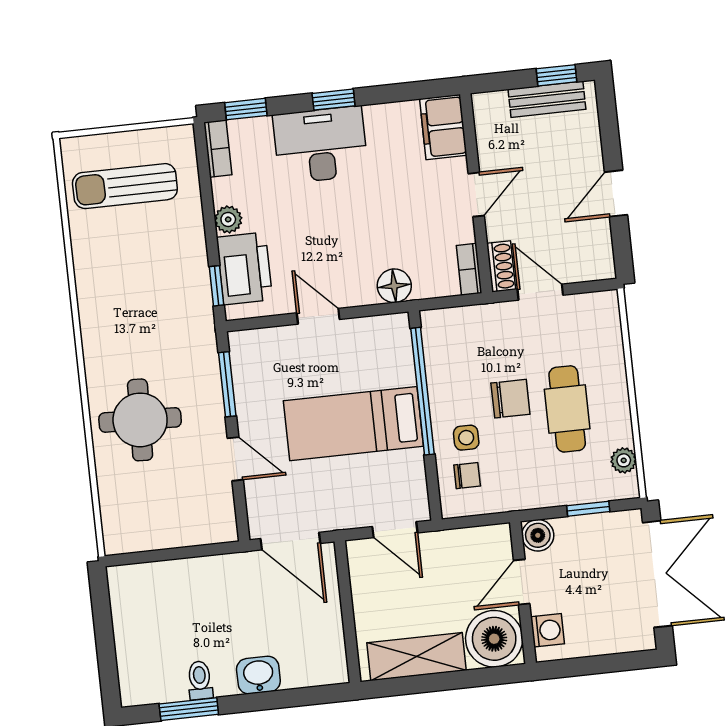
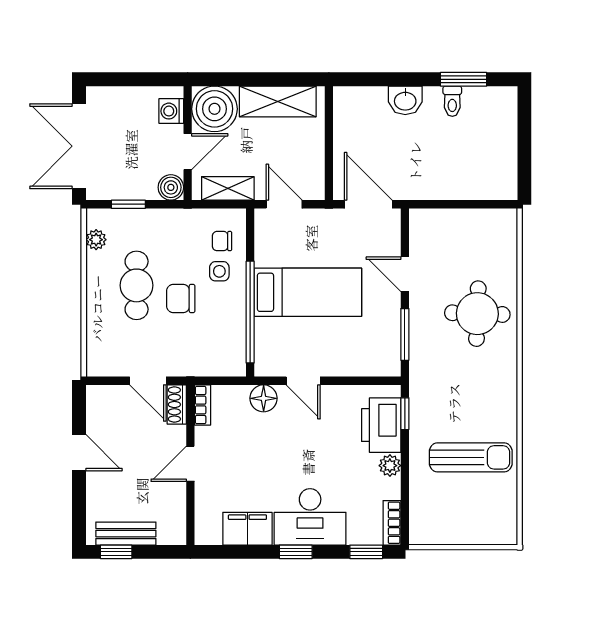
filing cabinet: (443, 127) -> (247, 529), moved, turned -90
sun lounger: (125, 186) -> (471, 457), moved
door: (616, 193) -> (79, 453), hinge flipped
door: (318, 316) -> (303, 381), moved
shelving: (467, 542) -> (228, 188), added

